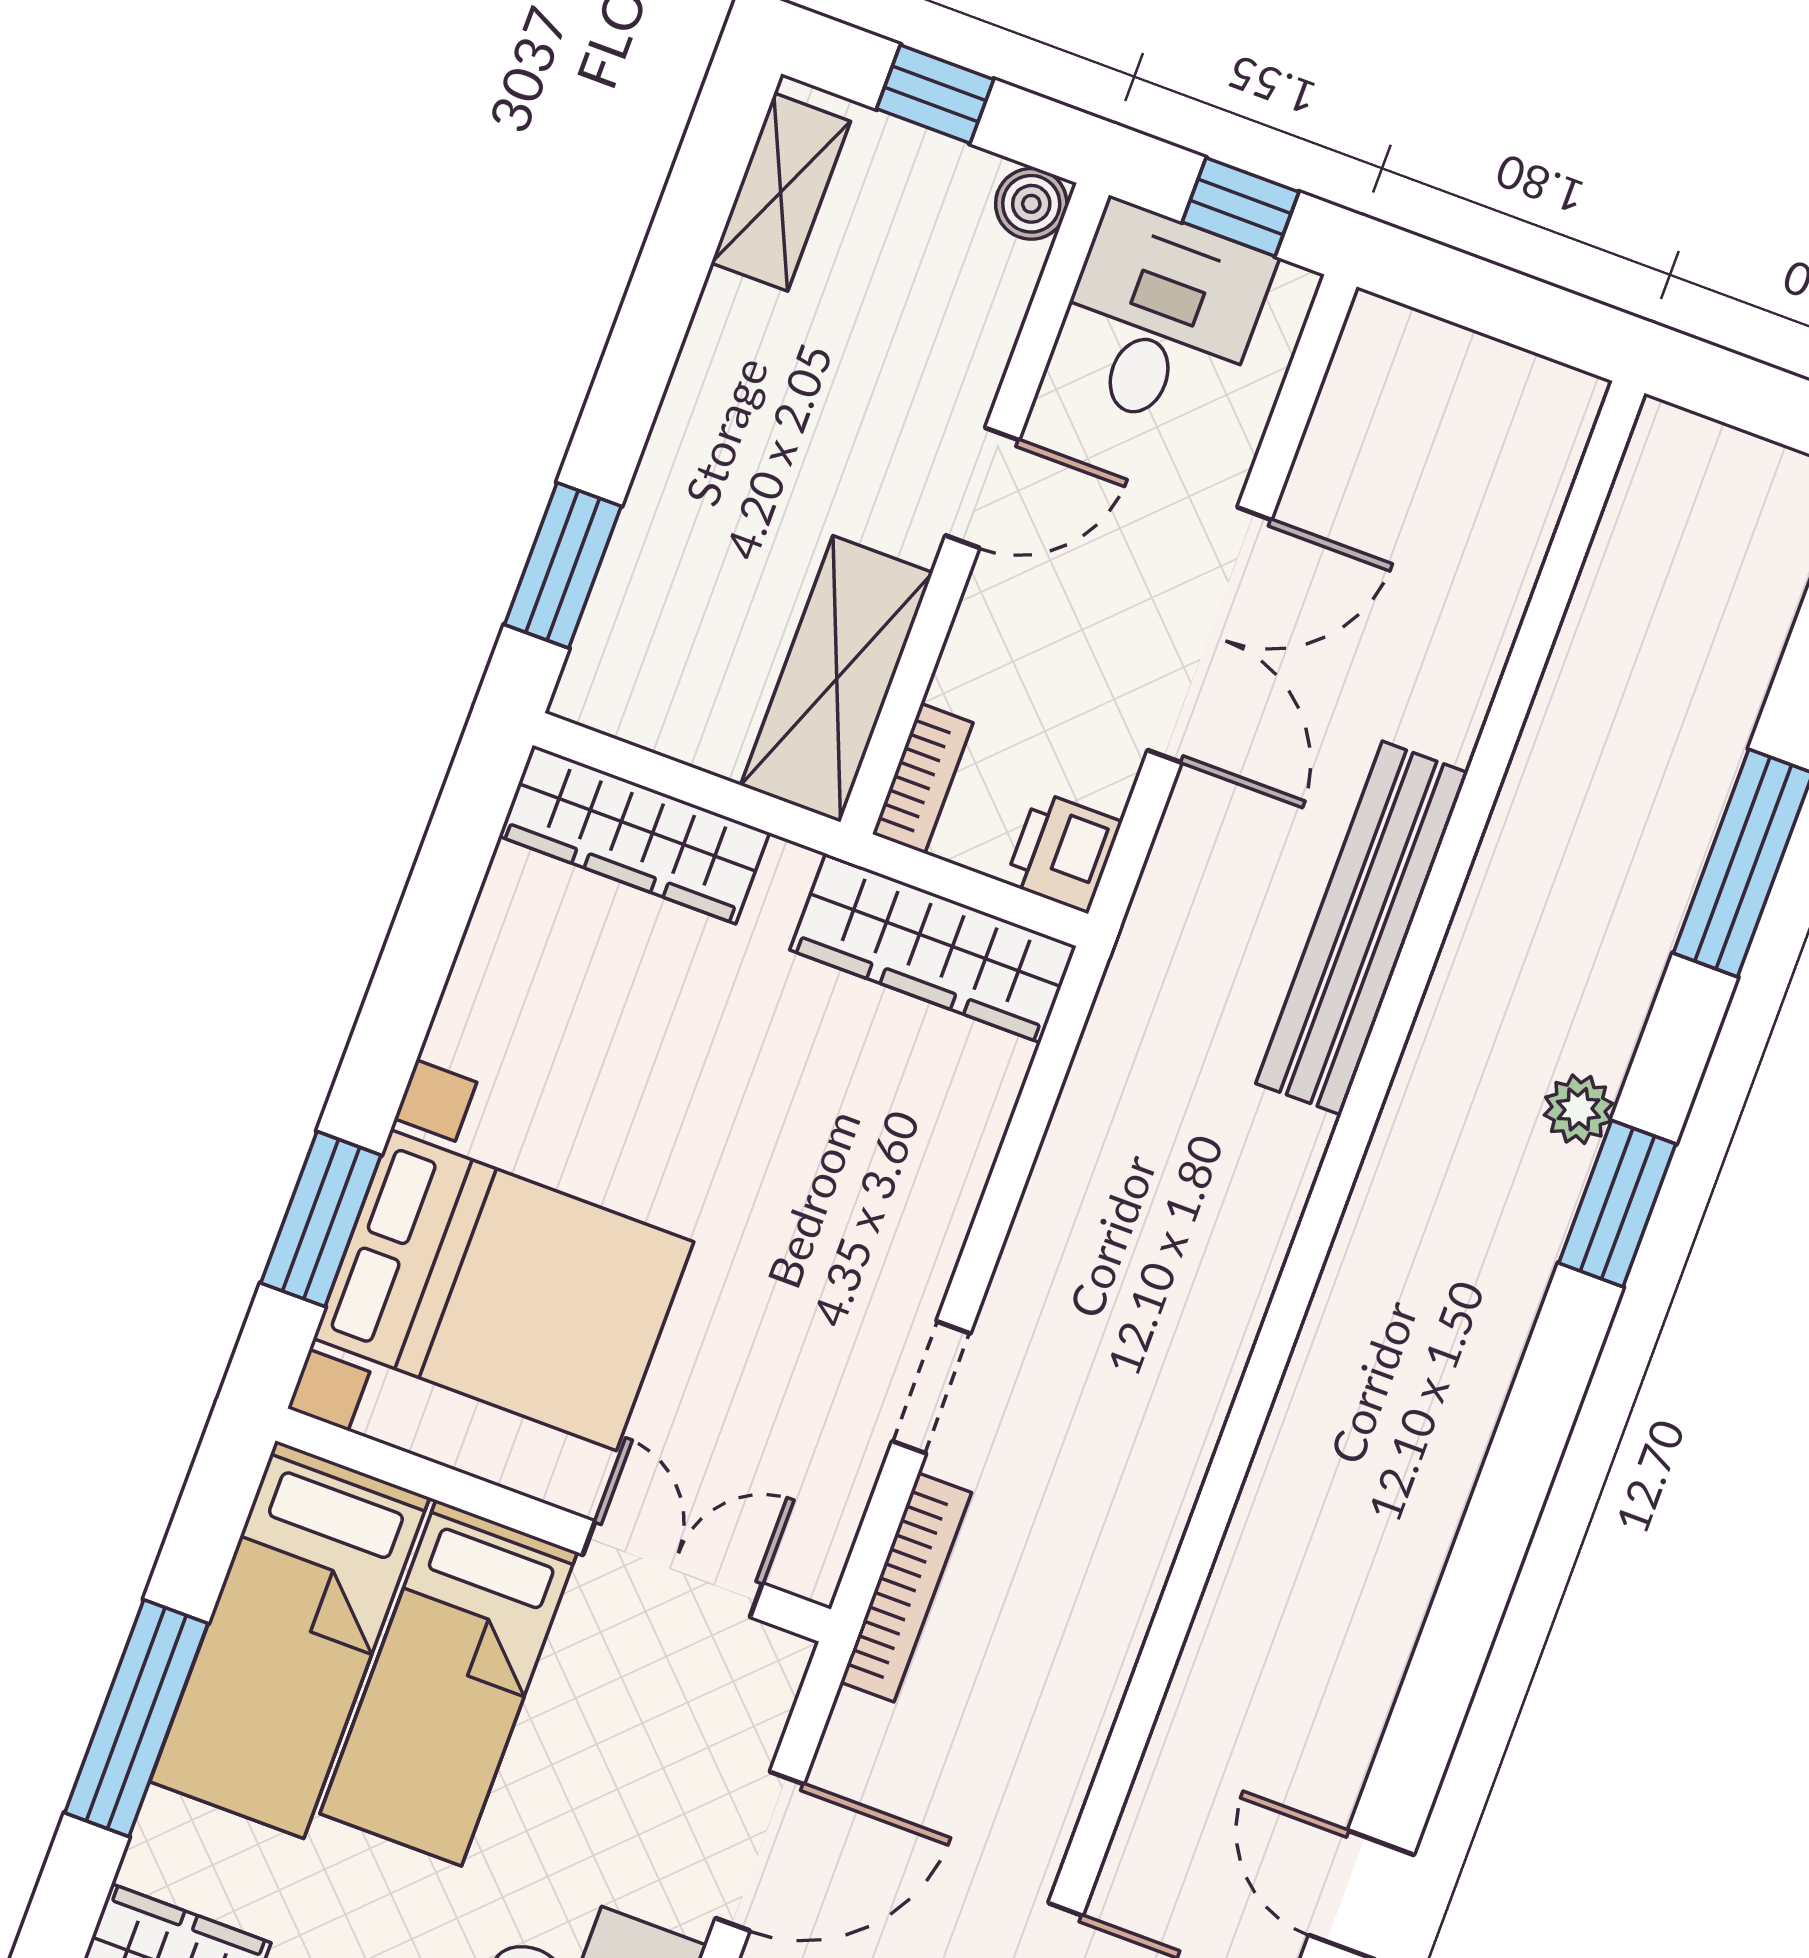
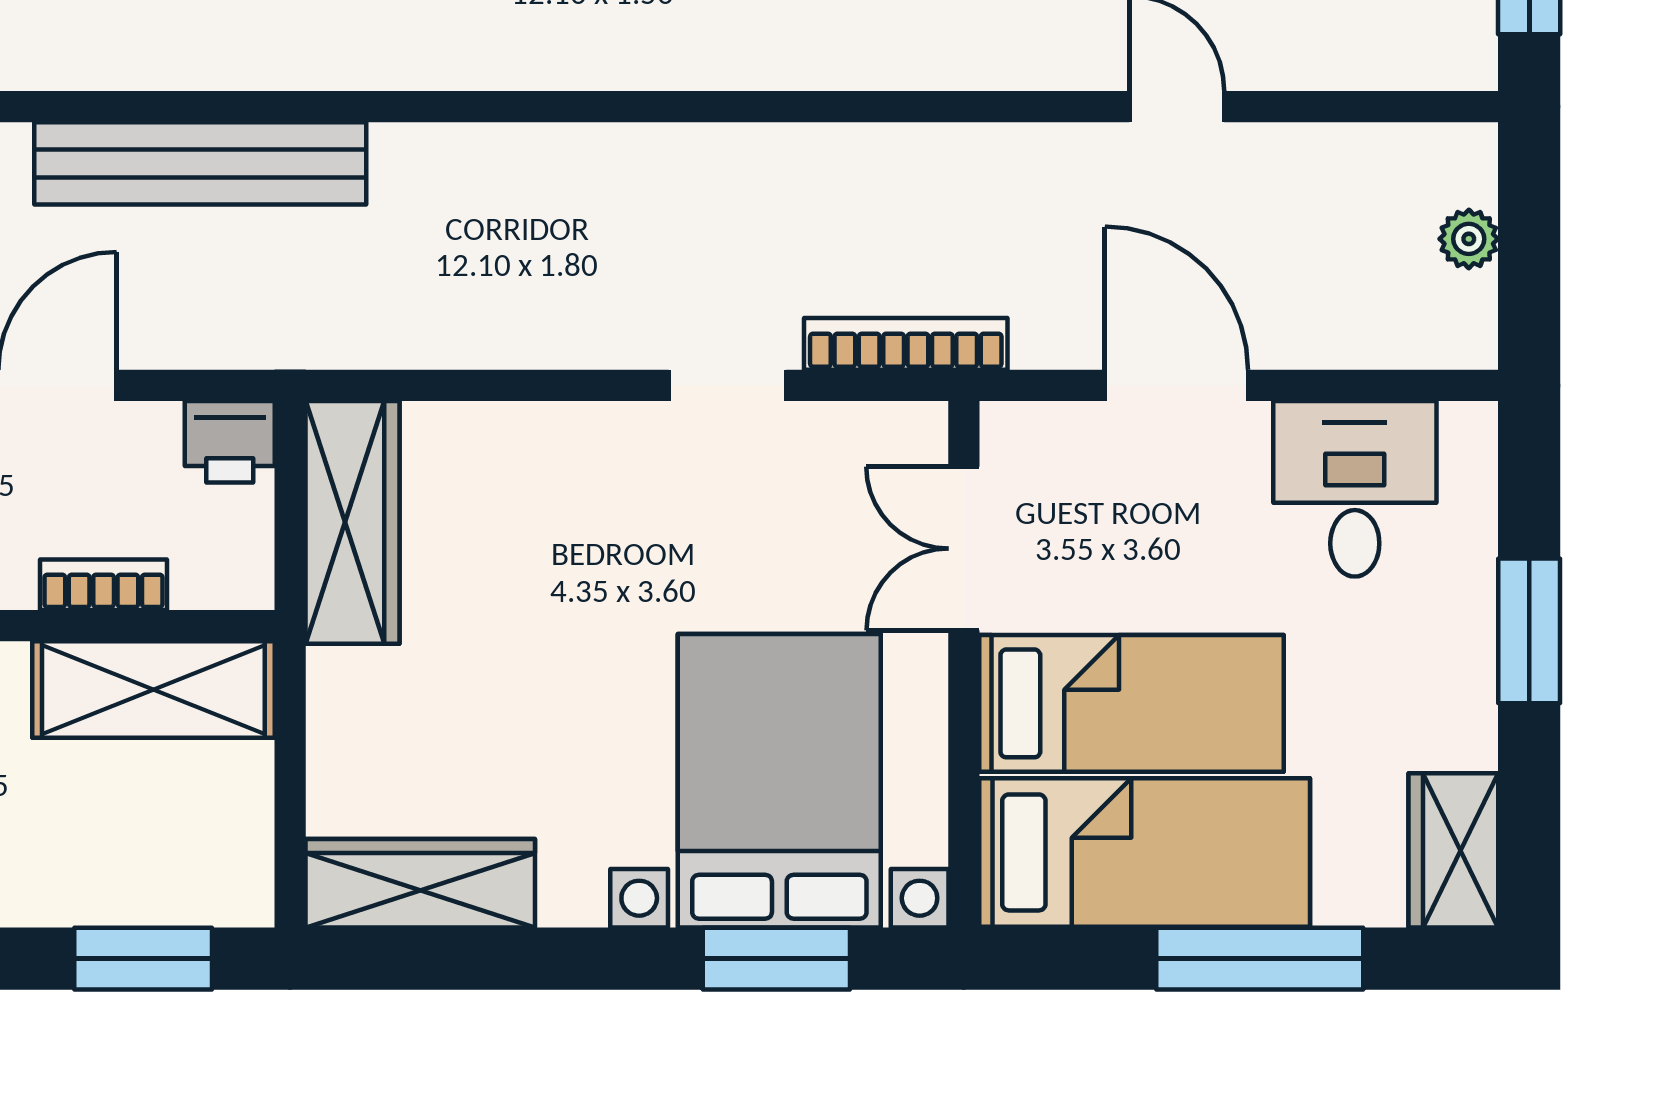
bookcase: (923, 778) -> (104, 585), moved
wardrobe: (634, 835) -> (420, 883), moved, turned -90

